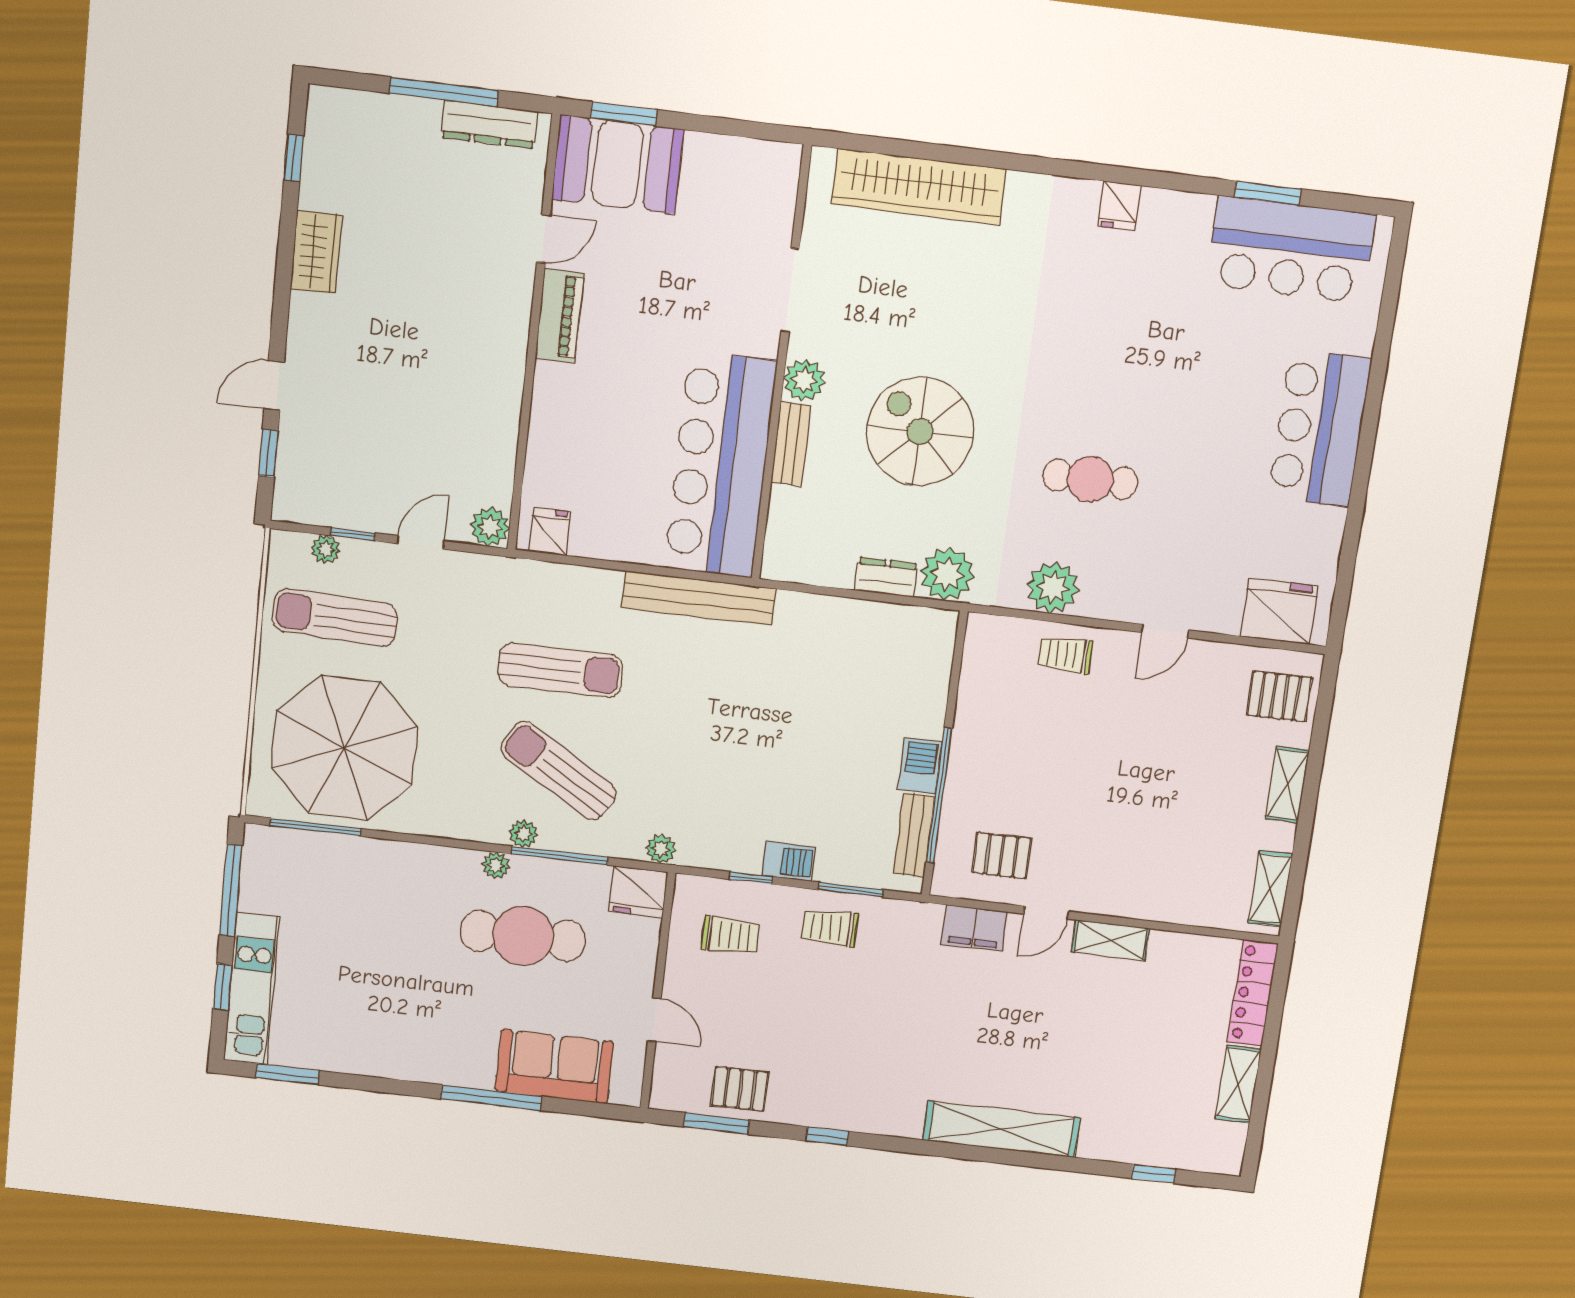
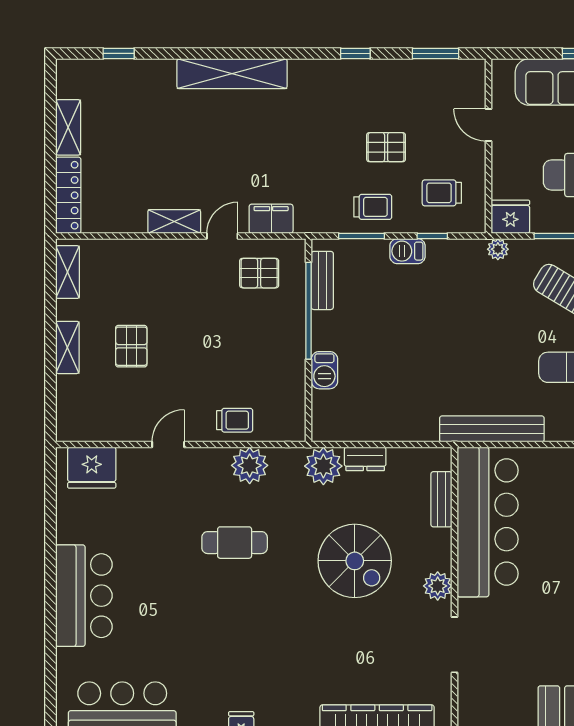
bench: (791, 444) -> (441, 499), moved
pallet: (1279, 696) -> (131, 346), moved, turned 90
barbecue: (920, 766) -> (324, 370), moved
pallet: (740, 1089) -> (386, 147), moved

